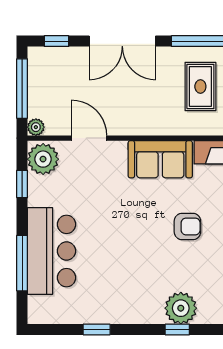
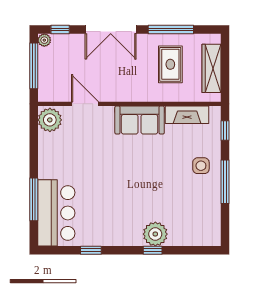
plant: (36, 127) -> (44, 40), moved
window: (22, 184) -> (34, 139), removed
armchair: (187, 226) -> (160, 171), removed
bar counter: (52, 251) -> (56, 213), moved

